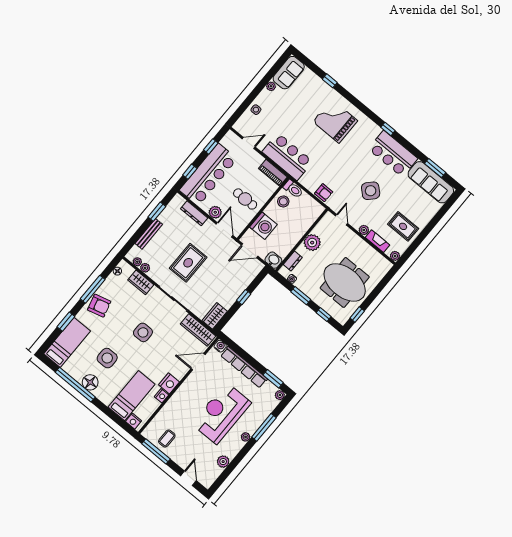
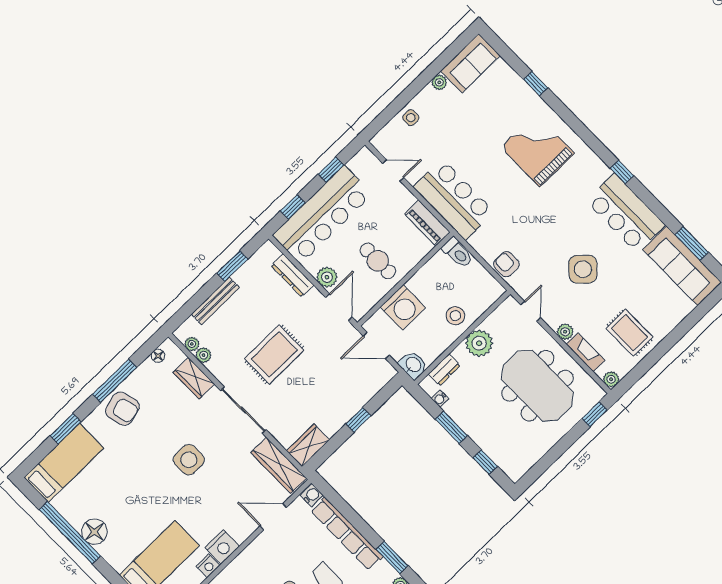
armchair: (324, 193) -> (506, 264), turned 180
stool: (283, 201) -> (455, 316), moved
meeting table: (345, 282) -> (537, 386), moved
window: (357, 315) -> (595, 414), moved
side table: (107, 358) -> (126, 495), removed

